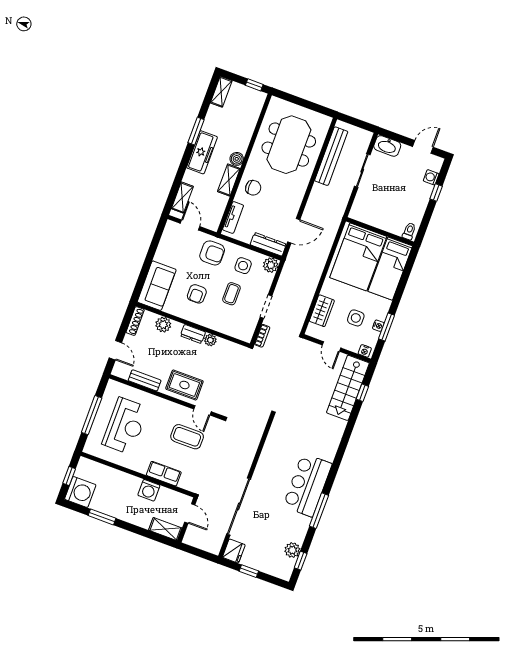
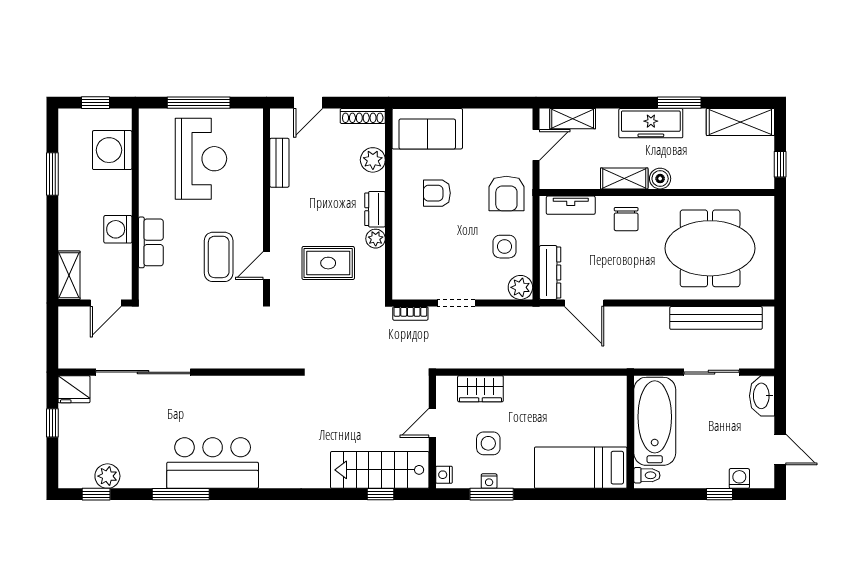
shelving: (221, 92) -> (740, 122), width x1.50, depth x1.33
bathtub: (379, 215) -> (655, 421), added
bed: (358, 257) -> (581, 414), removed
coffee table: (231, 294) -> (456, 245), removed
rug: (184, 385) -> (328, 263), moved, turned 90
reception desk: (125, 426) -> (201, 159), turned -90
washing machine: (80, 492) -> (112, 150), moved, turned 90

